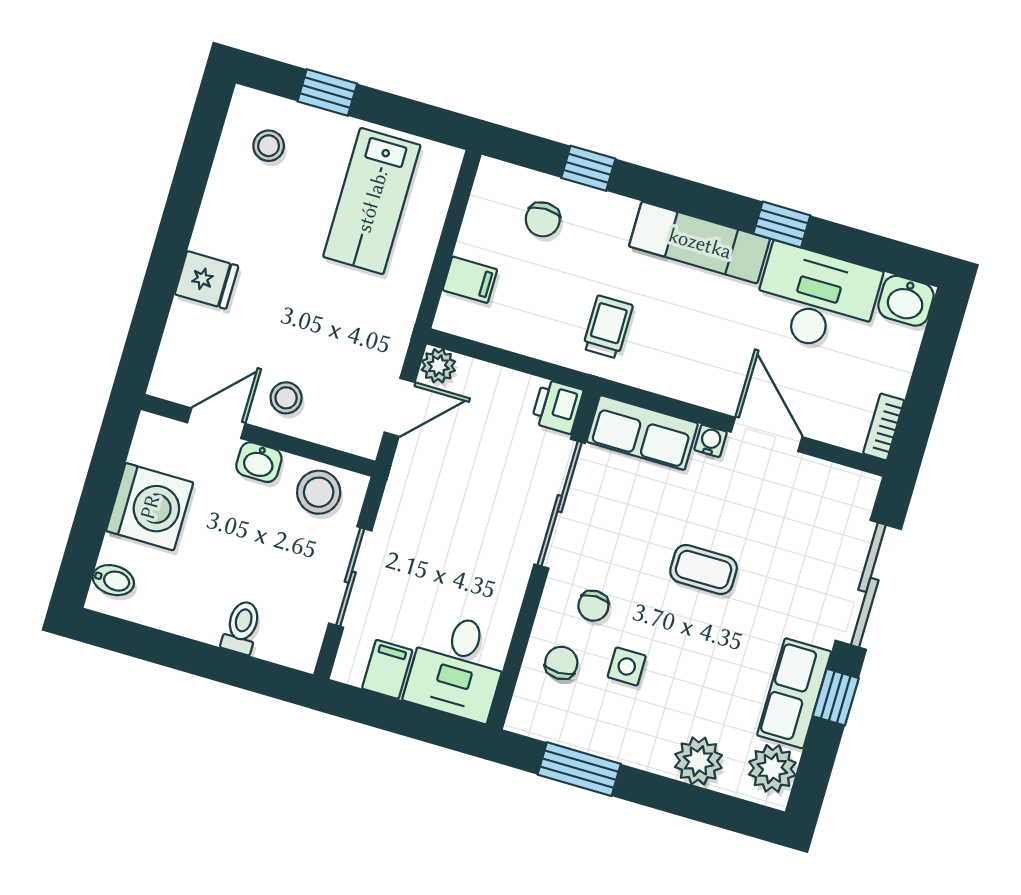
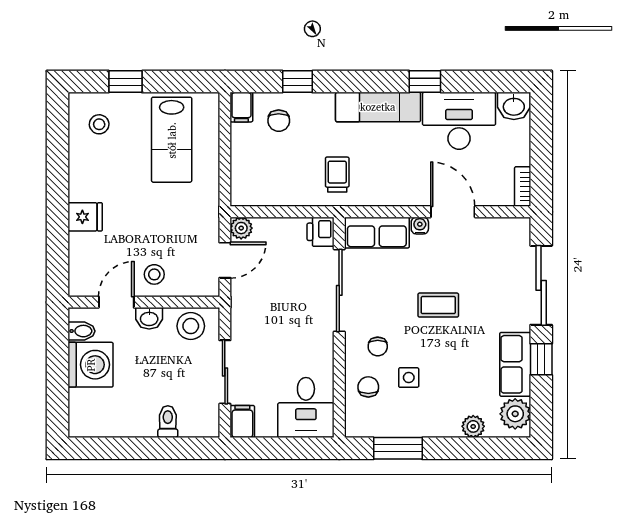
filing cabinet: (470, 280) -> (241, 107), moved, turned 90
bidet: (113, 580) -> (81, 331), moved
filing cabinet: (387, 669) -> (242, 422), moved
plant: (698, 761) -> (473, 426), width x0.73, depth x0.73

